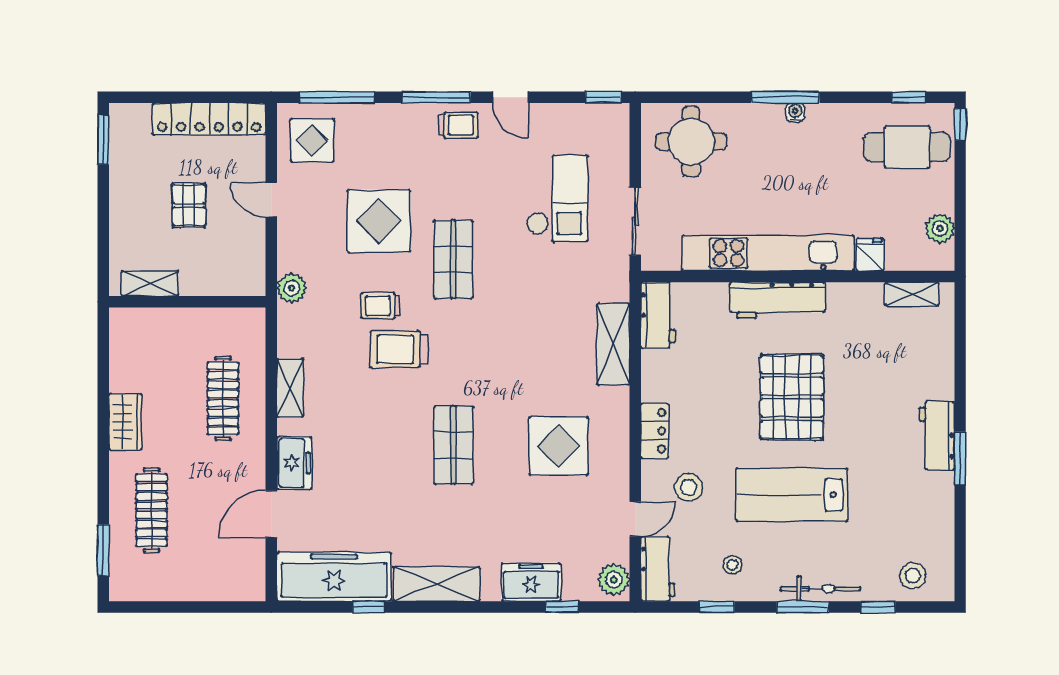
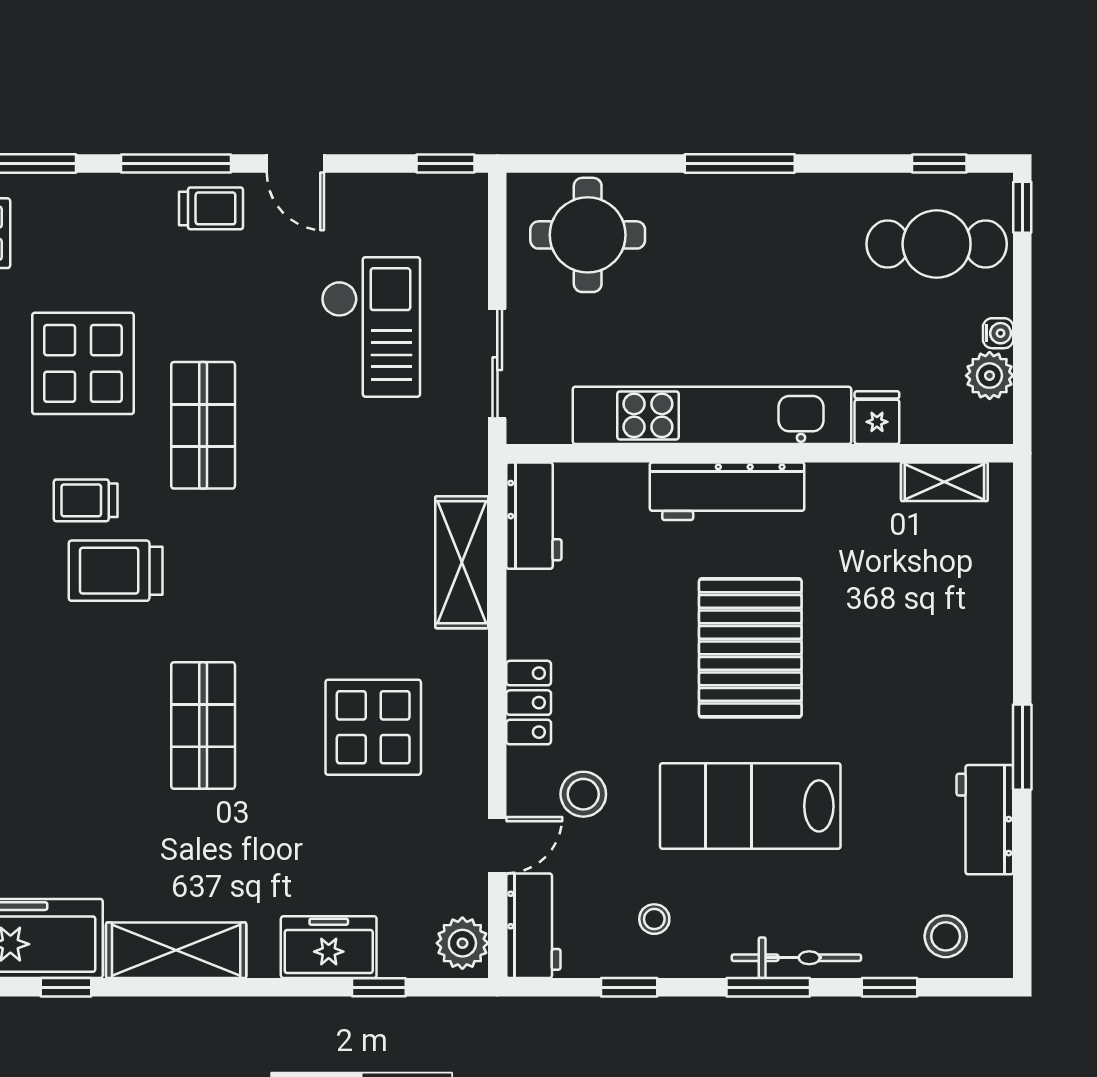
water cooler: (795, 112) -> (998, 333), moved, turned 90
workbench: (937, 436) -> (985, 820), moved

